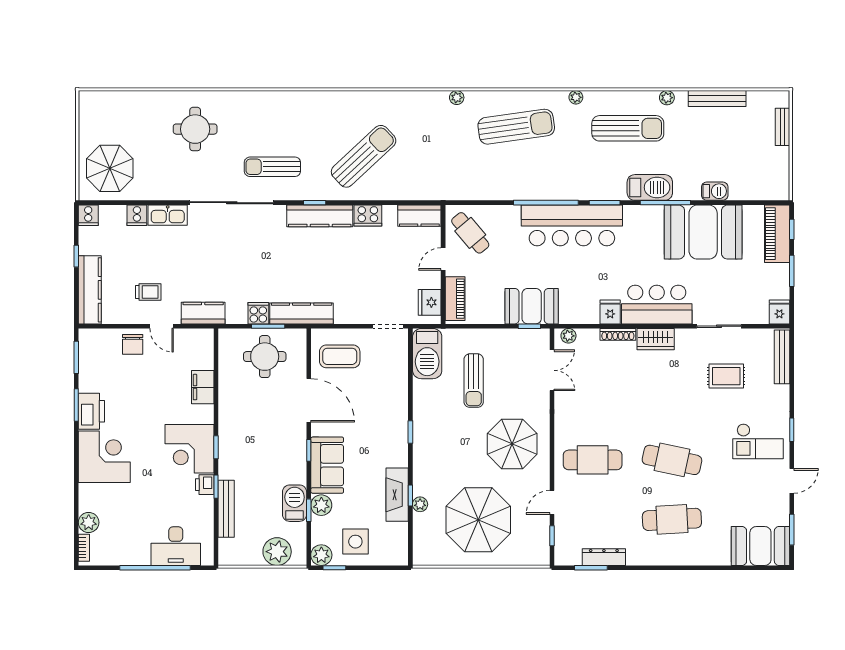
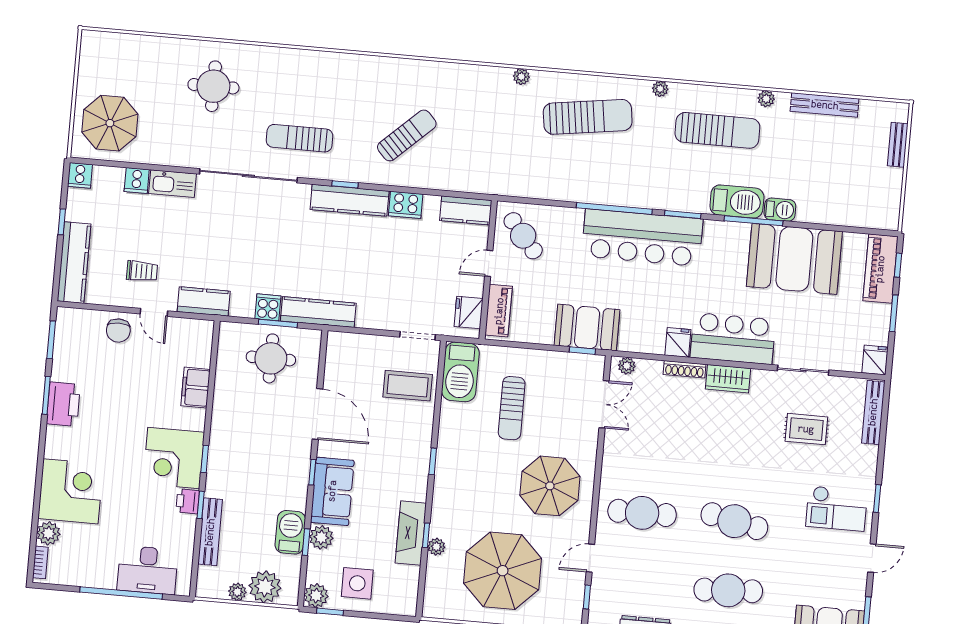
sun lounger: (364, 156) -> (407, 135), width x0.73, depth x0.75
barbecue: (715, 191) -> (780, 210), moved
coffee table: (340, 356) -> (408, 386), moved
corner desk: (104, 457) -> (71, 491), moved
plant: (254, 558) -> (237, 592), added

